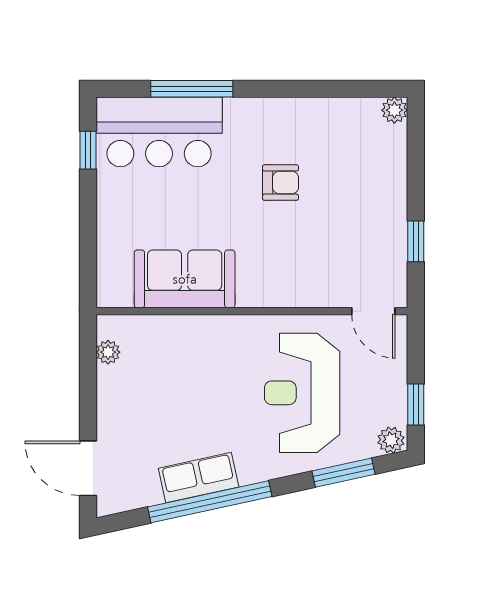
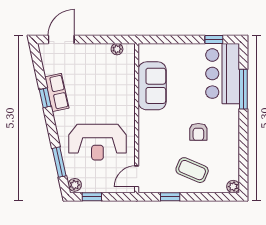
coffee table: (360, 196) -> (192, 170), added
reception desk: (302, 393) -> (97, 142), turned 180
window: (210, 502) -> (45, 98), width x0.32

